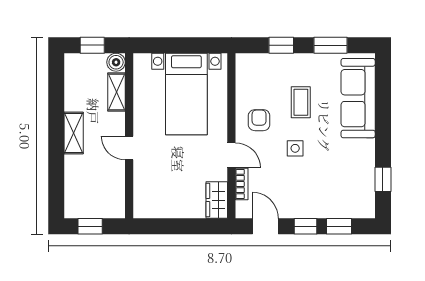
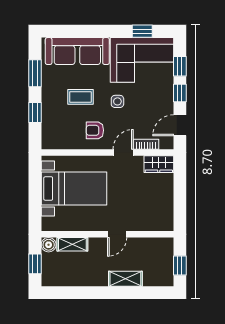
shelving: (74, 133) -> (125, 279), moved
corner sofa: (347, 179) -> (142, 60), added

